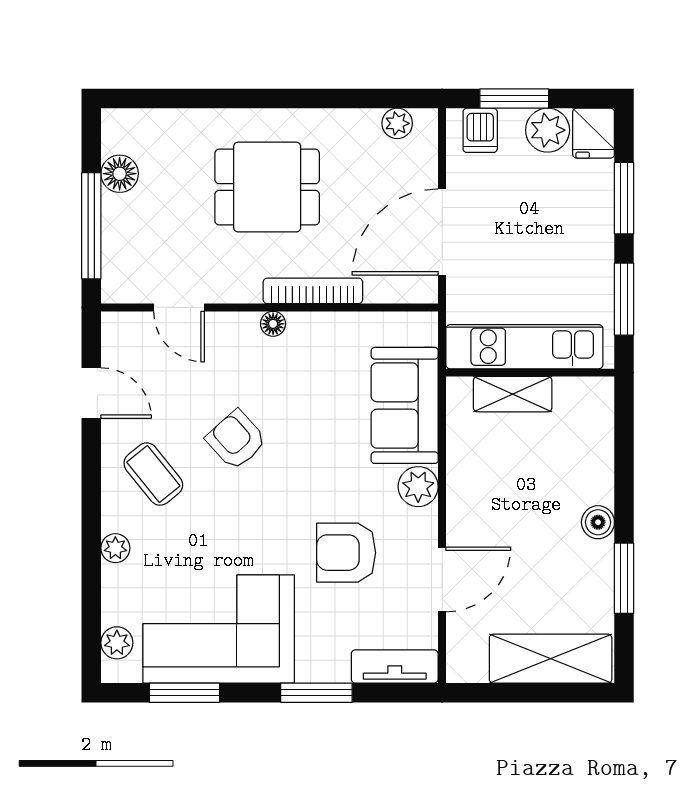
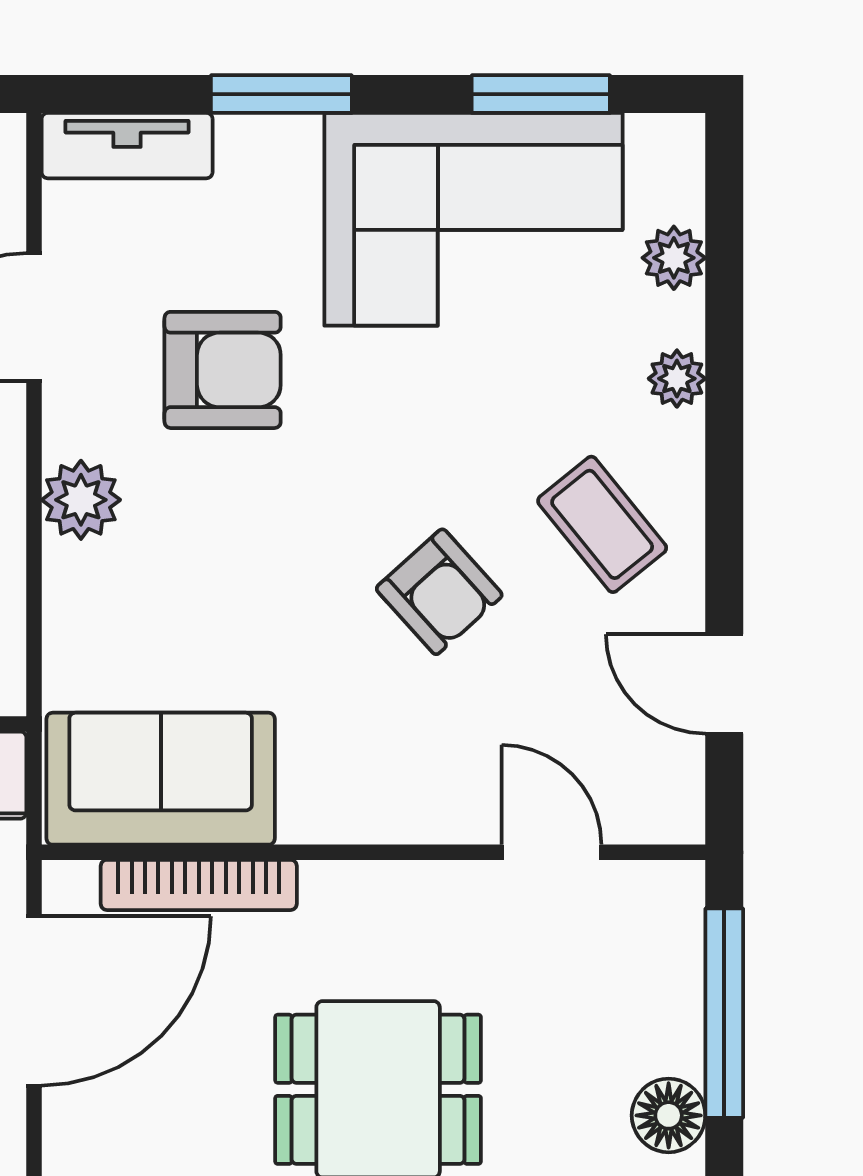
bookcase: (313, 291) -> (199, 885), moved
floor lamp: (273, 324) -> (366, 820), removed
sofa: (405, 405) -> (161, 779), moved, turned -90
plant: (117, 643) -> (674, 258), moved

